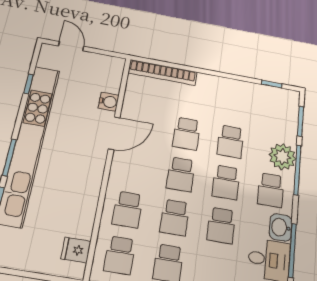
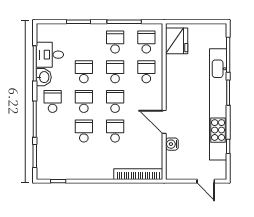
door: (114, 133) -> (164, 122), hinge flipped
plant: (282, 157) -> (46, 127), removed
fridge: (76, 250) -> (177, 41), width x1.88, depth x1.34

